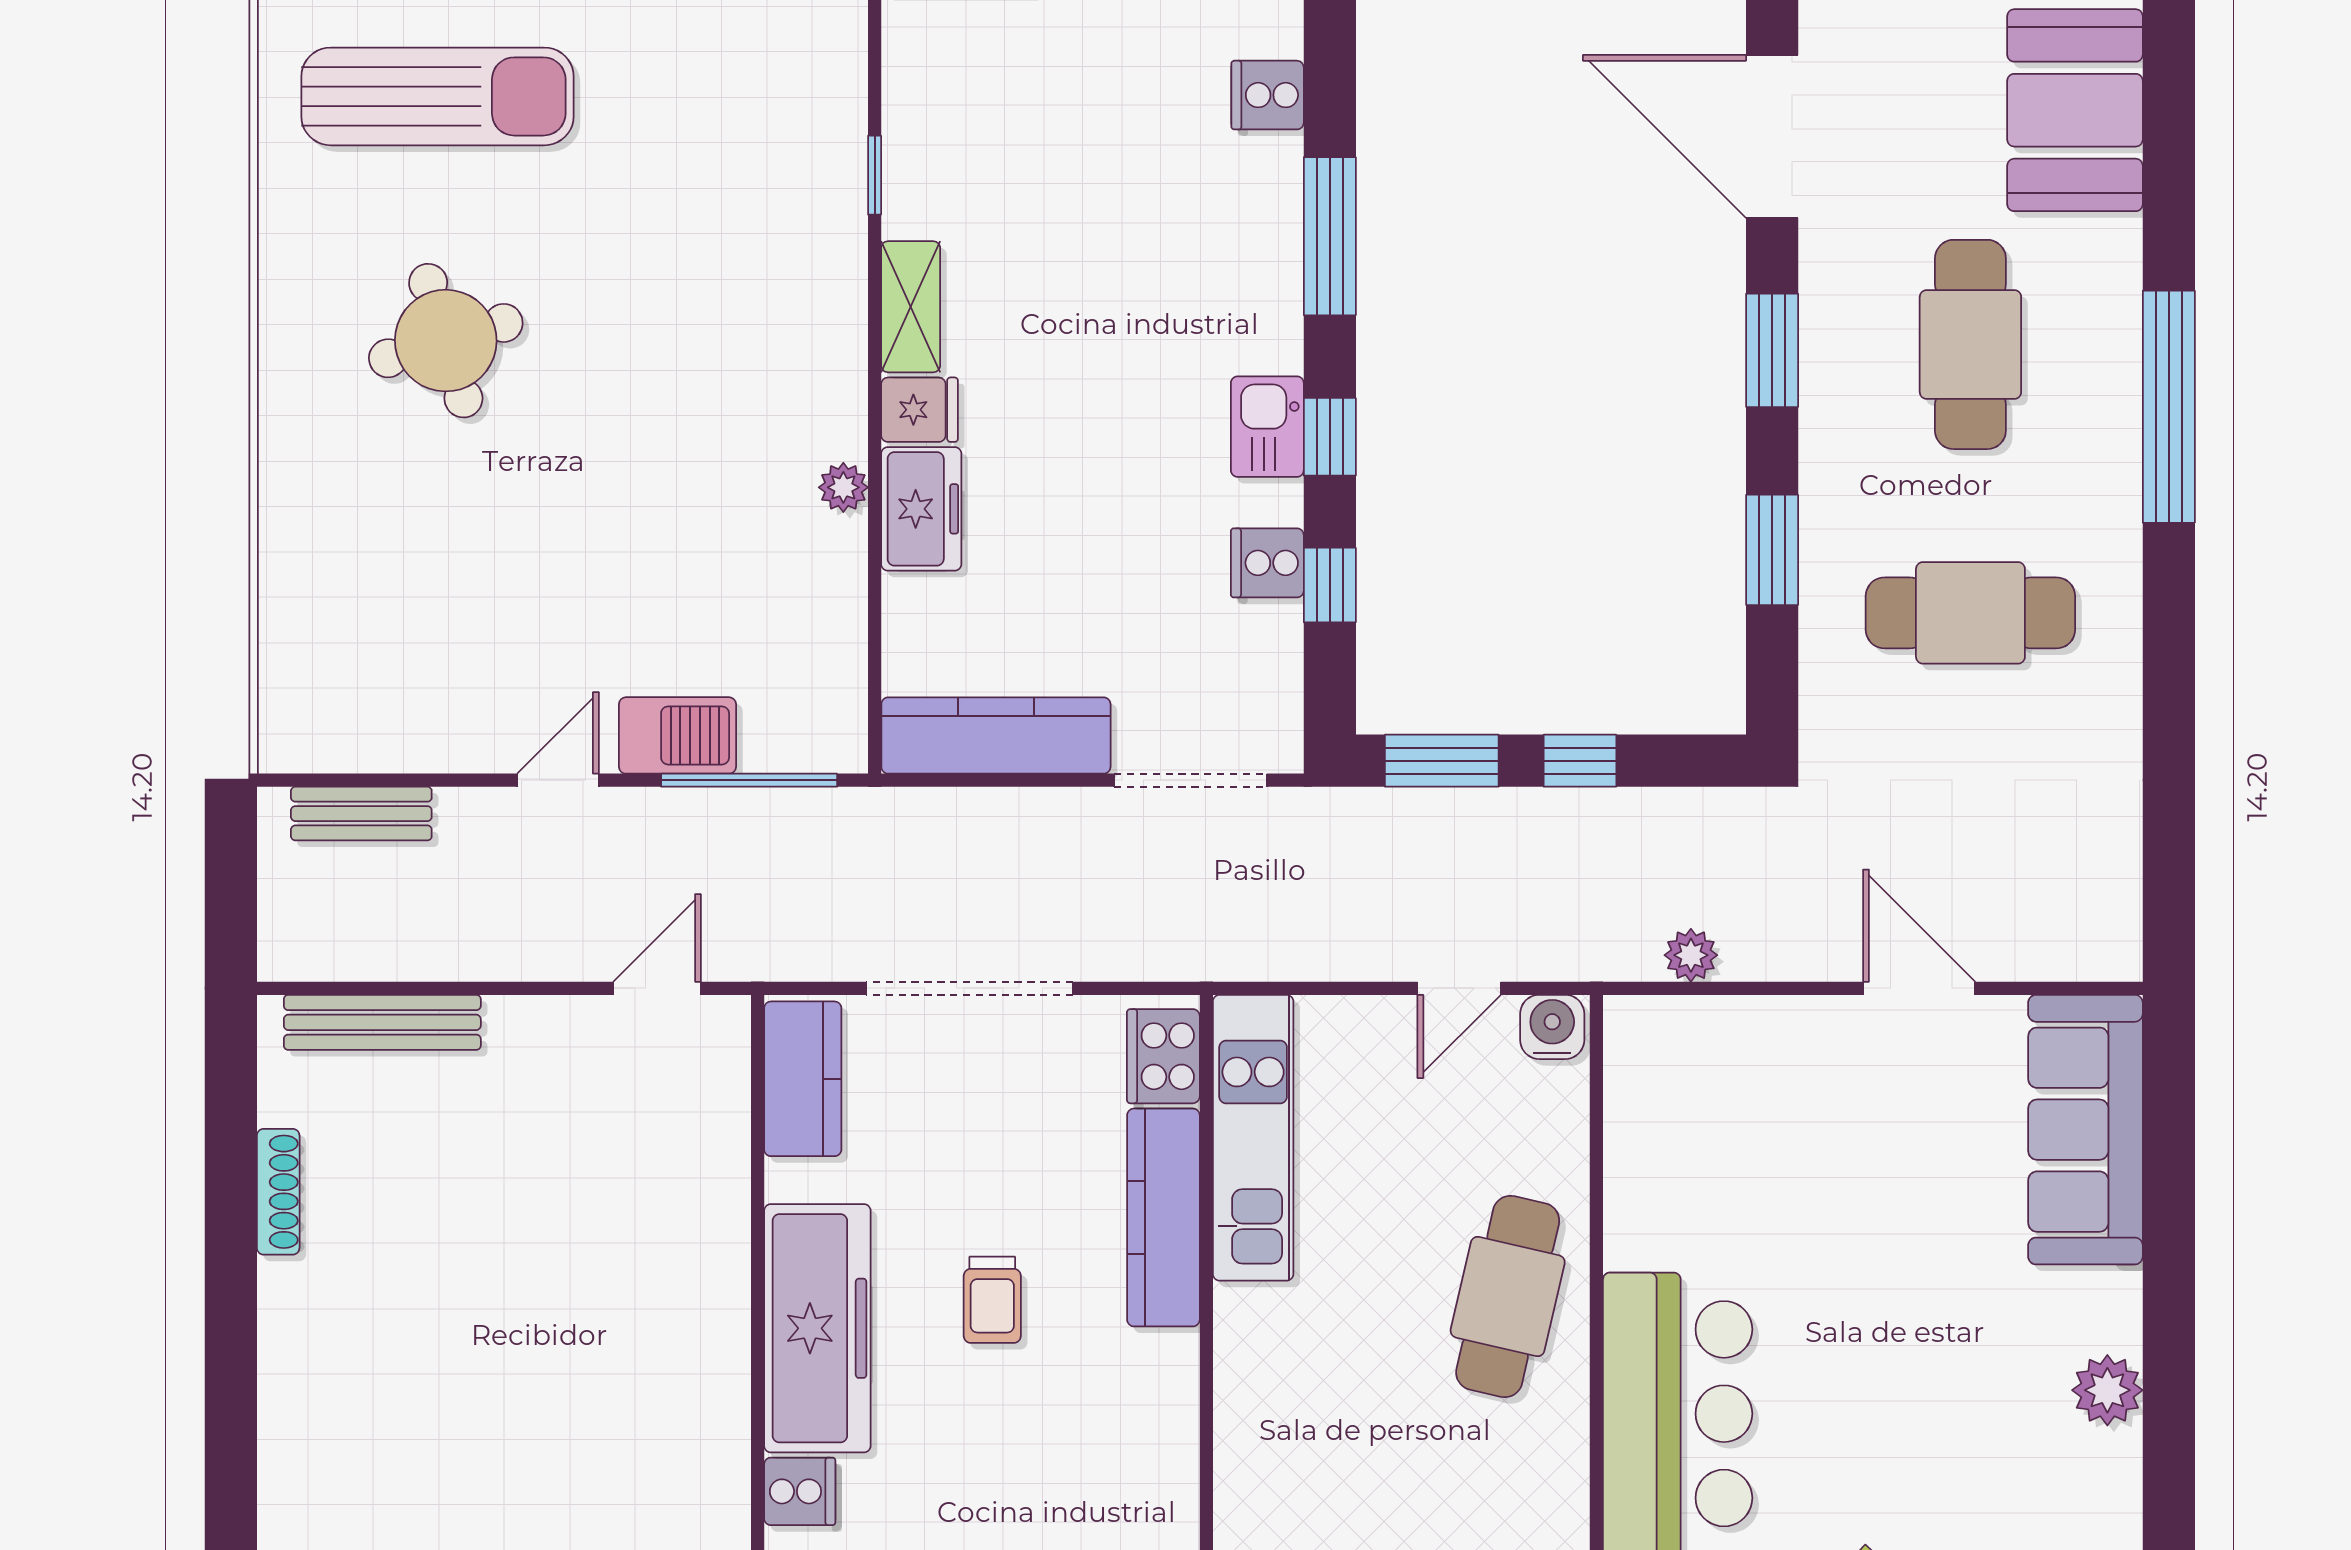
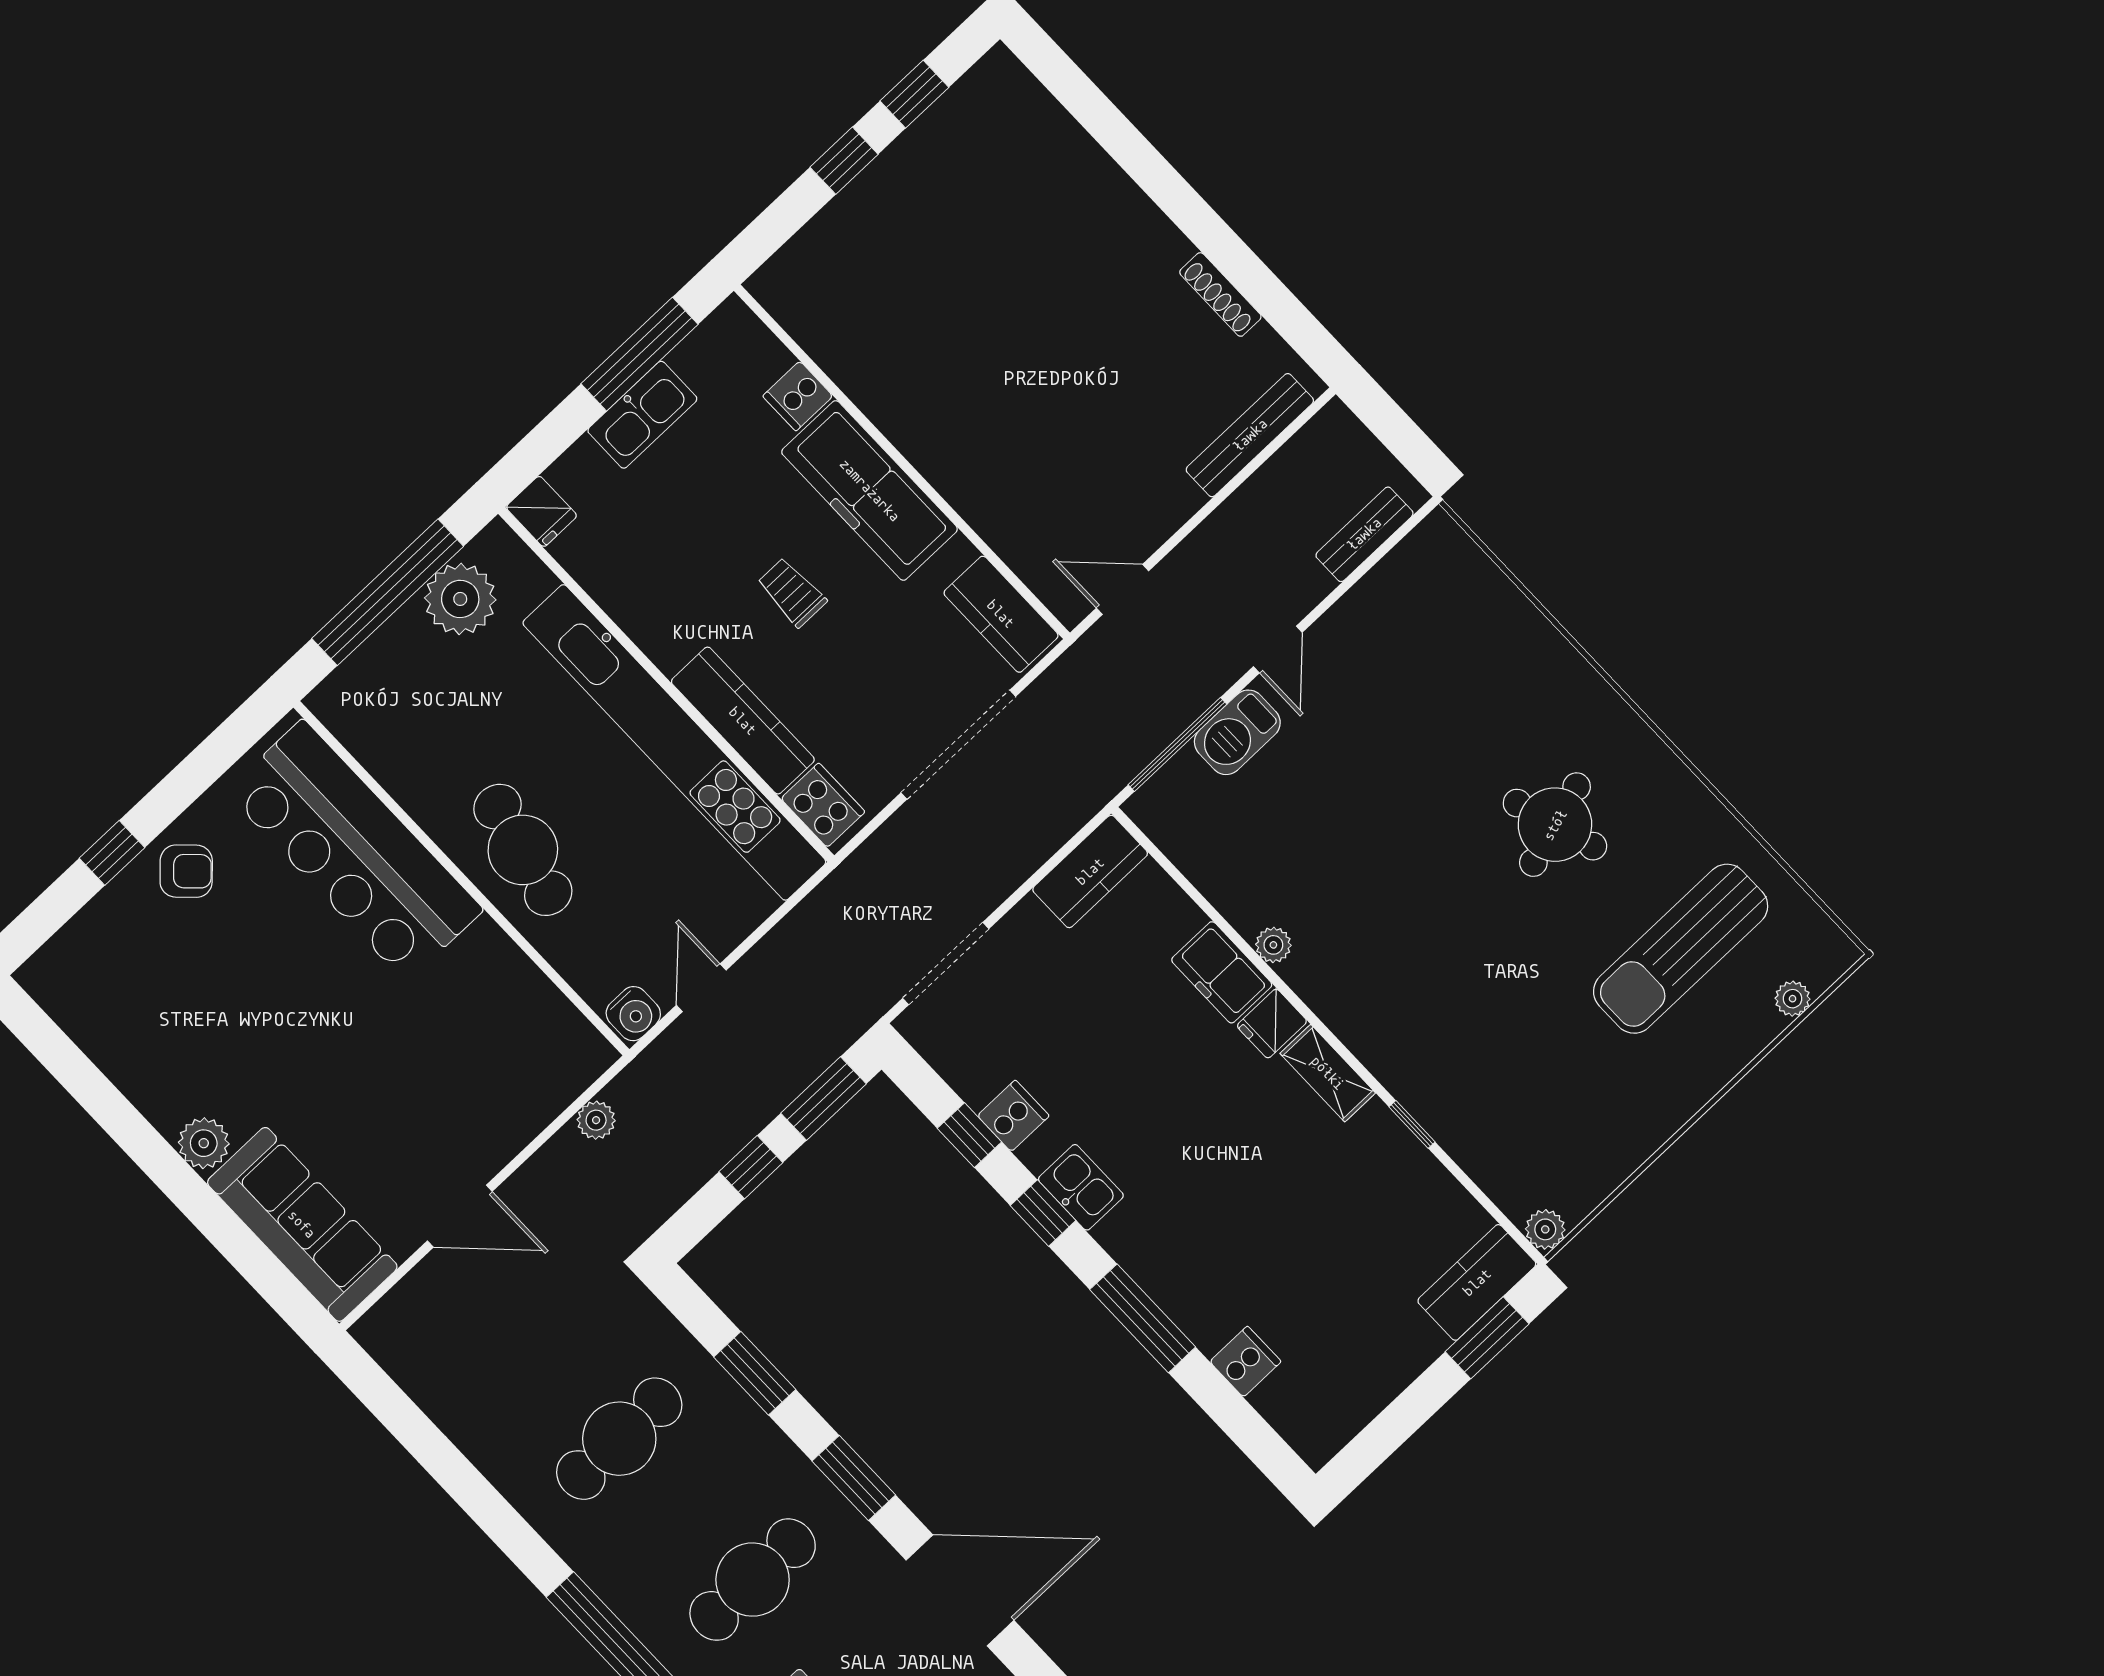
cafe table: (1970, 344) -> (753, 1580), turned 90
kitchen counter: (996, 735) -> (1090, 871), width x0.67
door: (657, 988) -> (1123, 589), swing flipped
kitchen unit: (1253, 1138) -> (674, 742), width x1.86
plant: (2107, 1390) -> (204, 1143), moved

